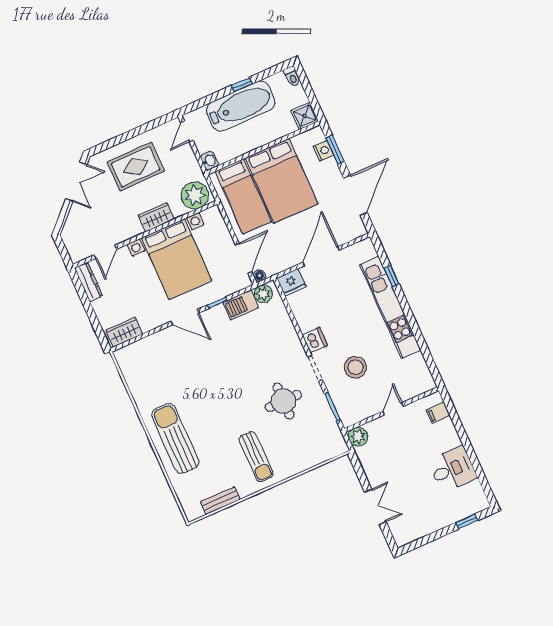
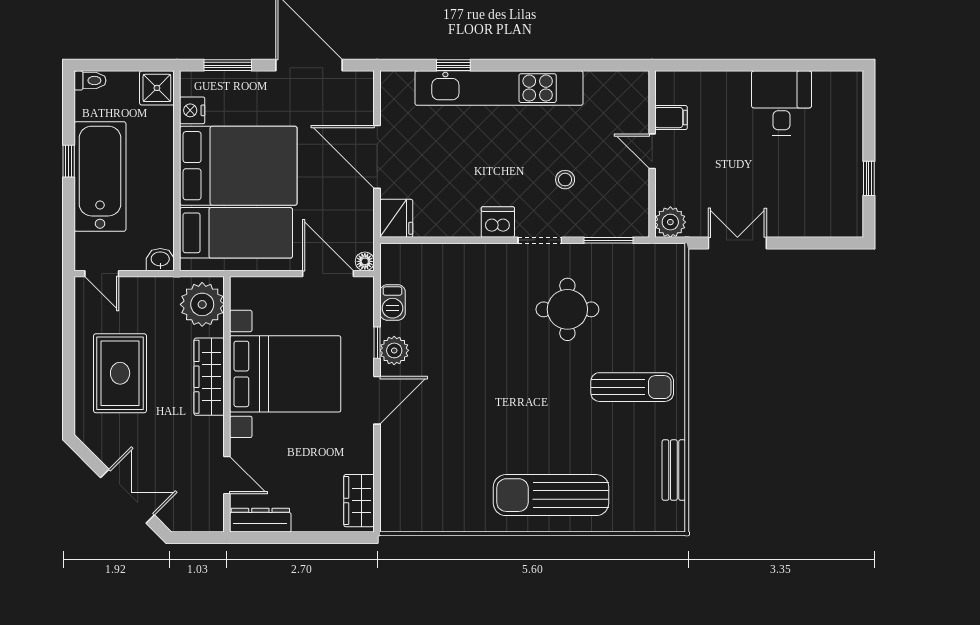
nightstand: (323, 151) -> (192, 110), moved, turned -90
double door: (76, 182) -> (128, 496), moved
wardrobe: (156, 217) -> (209, 377), width x1.50
plant: (263, 294) -> (394, 350), moved
barbecue: (241, 305) -> (392, 302), width x0.73, depth x0.79
stool: (355, 367) -> (565, 180), width x0.53, depth x0.53
filing cabinet: (438, 413) -> (671, 118), moved, turned -90
double door: (375, 507) -> (737, 243), moved
window: (467, 521) -> (869, 178), moved

